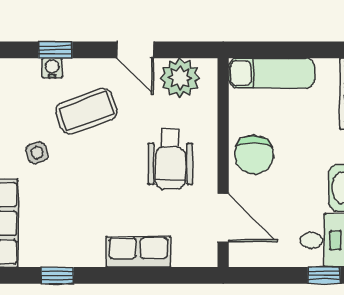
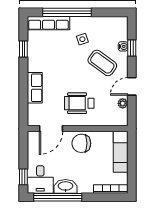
plant: (180, 78) -> (123, 103), width x0.53, depth x0.53
coffee table: (87, 111) -> (102, 63), turned -34

